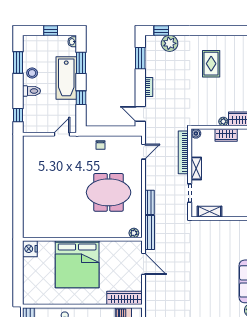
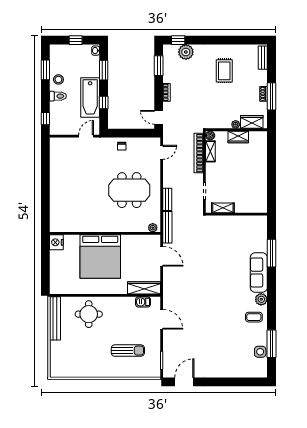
bathtub: (66, 78) -> (90, 98), moved
shelving: (196, 168) -> (210, 151), moved

